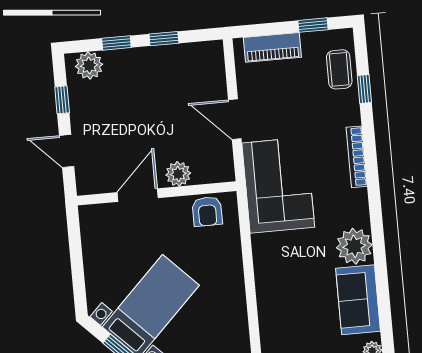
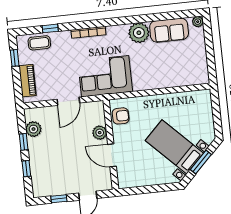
plant: (89, 65) -> (33, 129), moved

